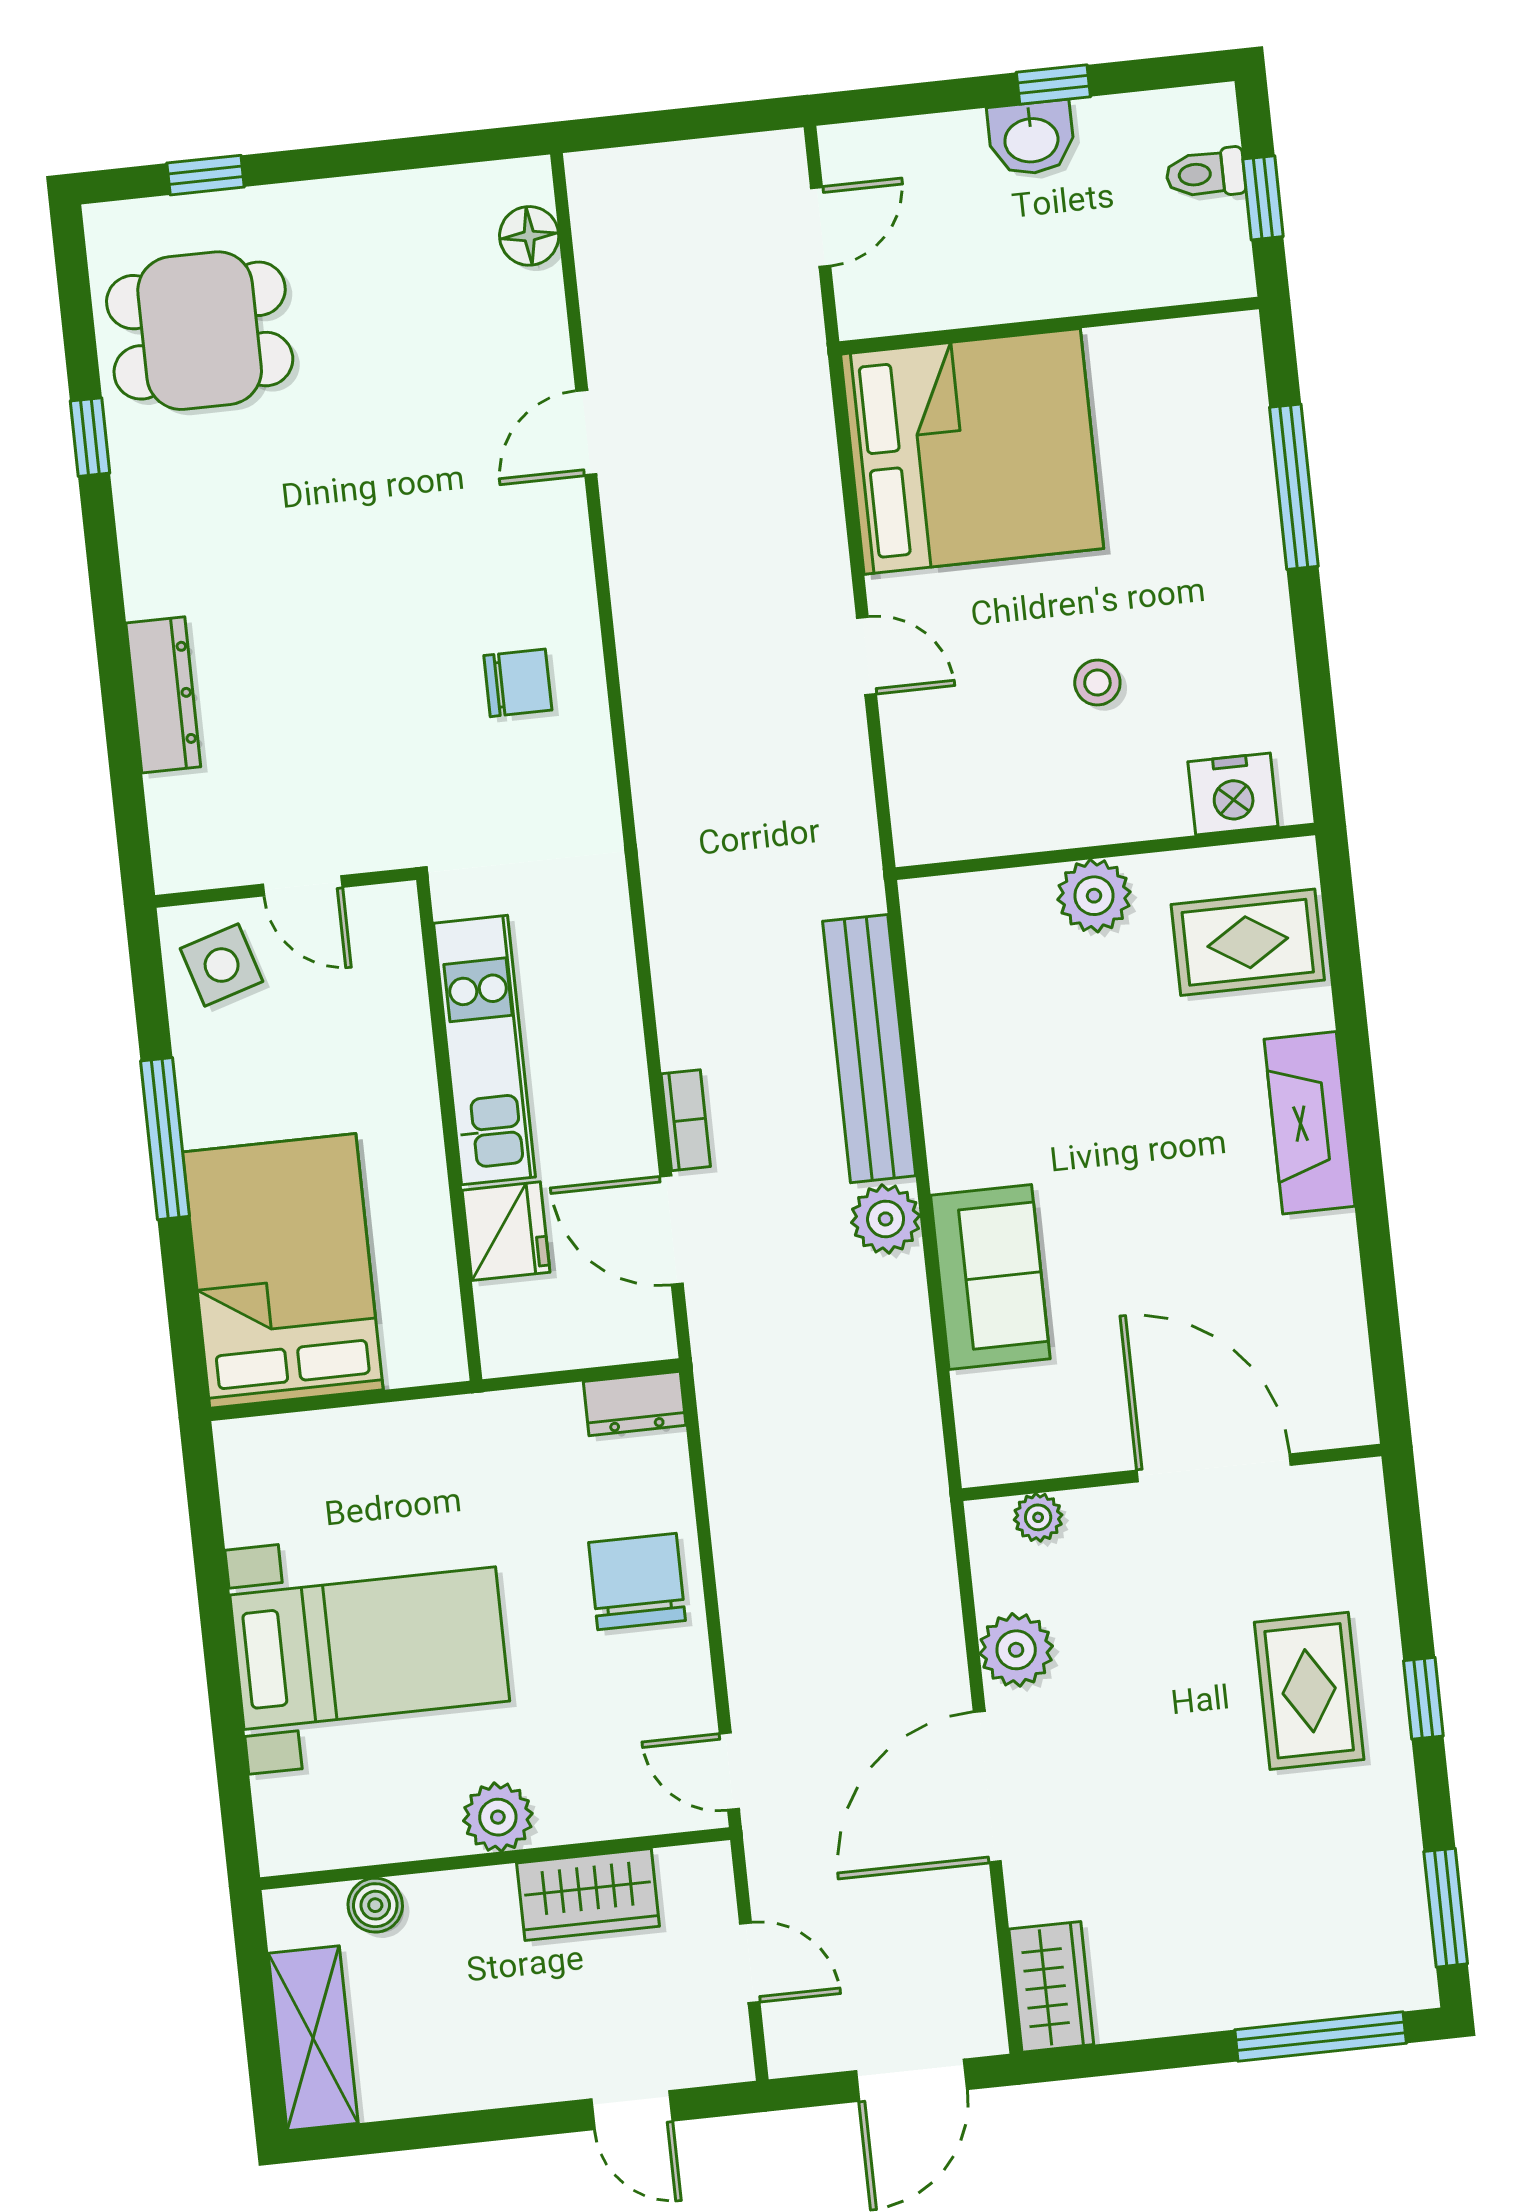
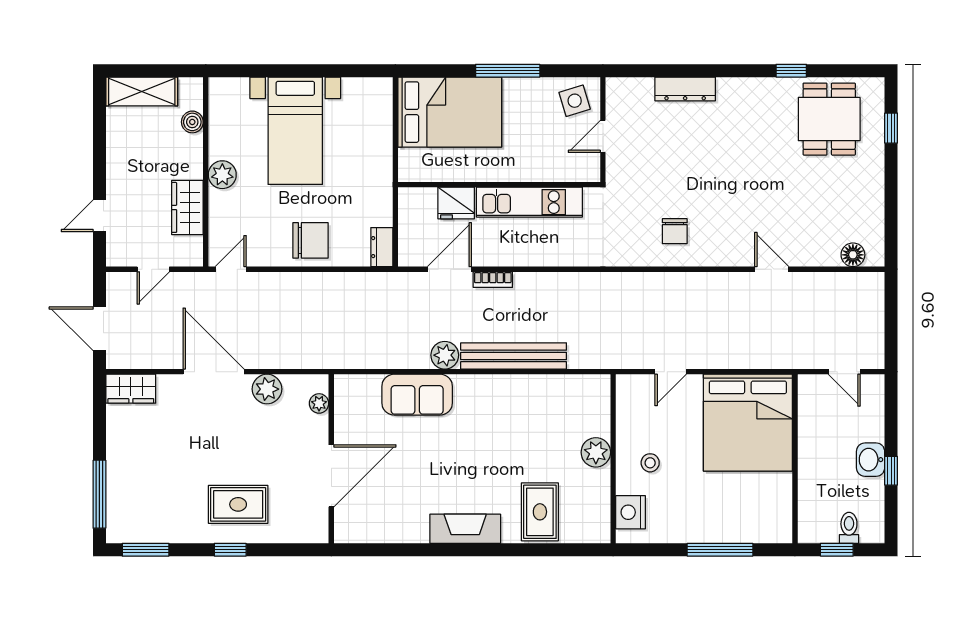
nightstand: (1233, 794) -> (631, 512), moved
wall: (1105, 851) -> (613, 459), moved
plant: (1094, 896) -> (596, 452), moved

